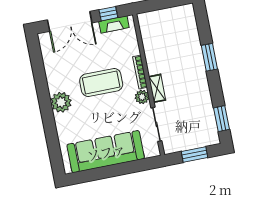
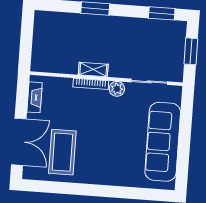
window: (108, 14) -> (22, 100), removed
coffee table: (101, 82) -> (62, 152), moved
shelving: (157, 88) -> (93, 69), moved
plant: (61, 102) -> (99, 174), removed

